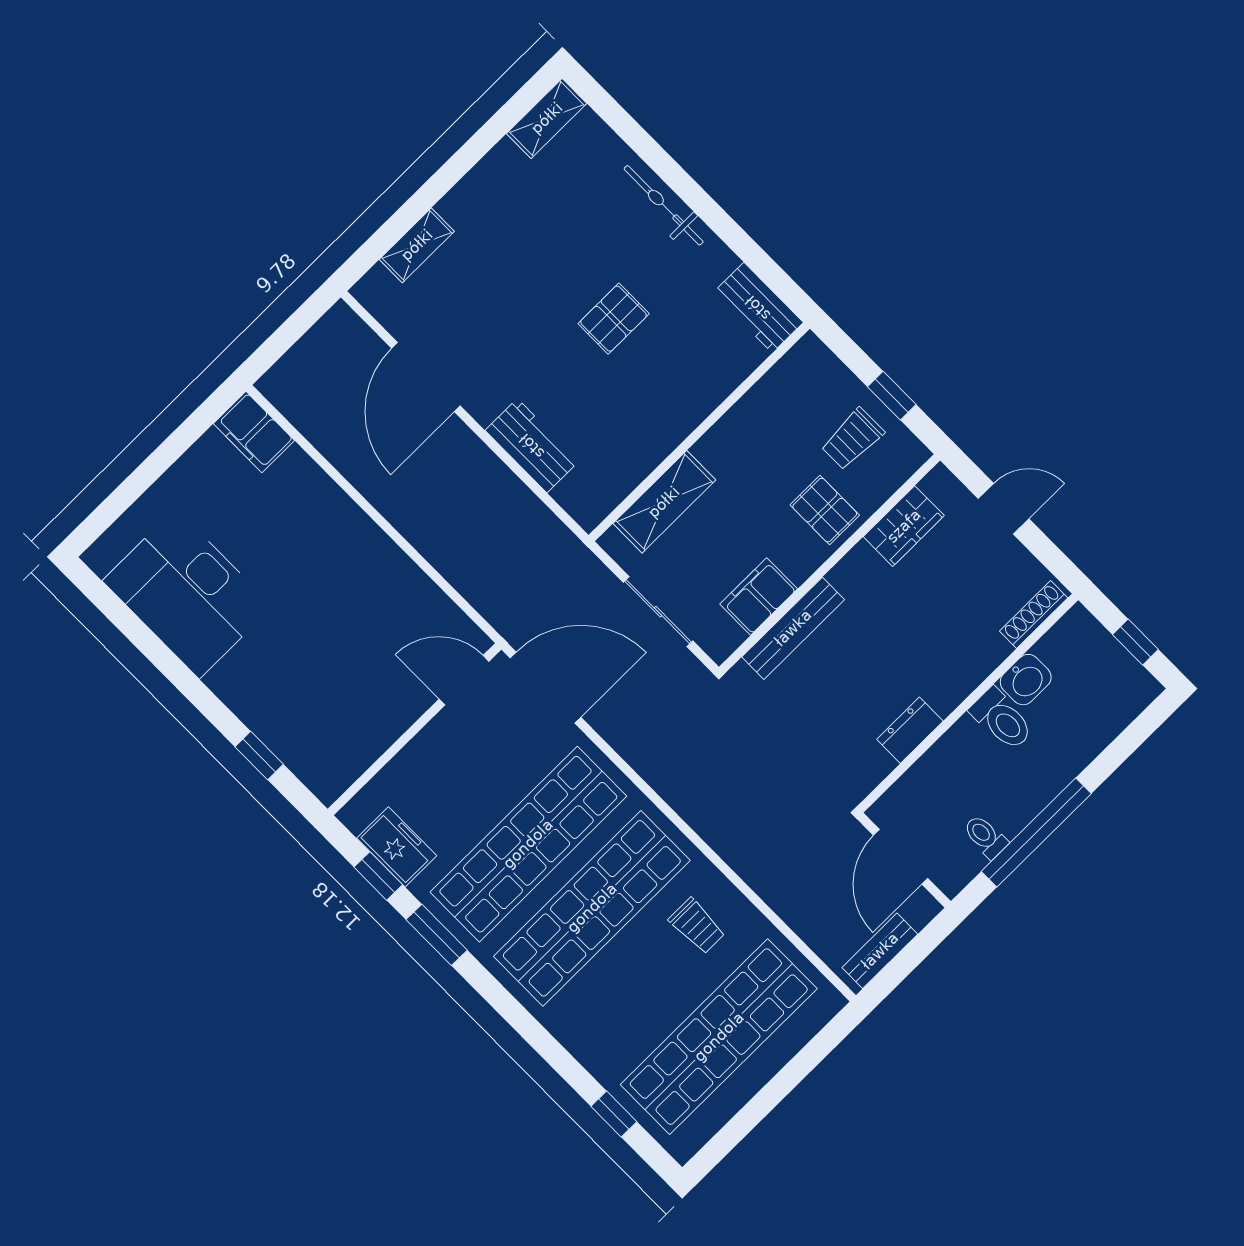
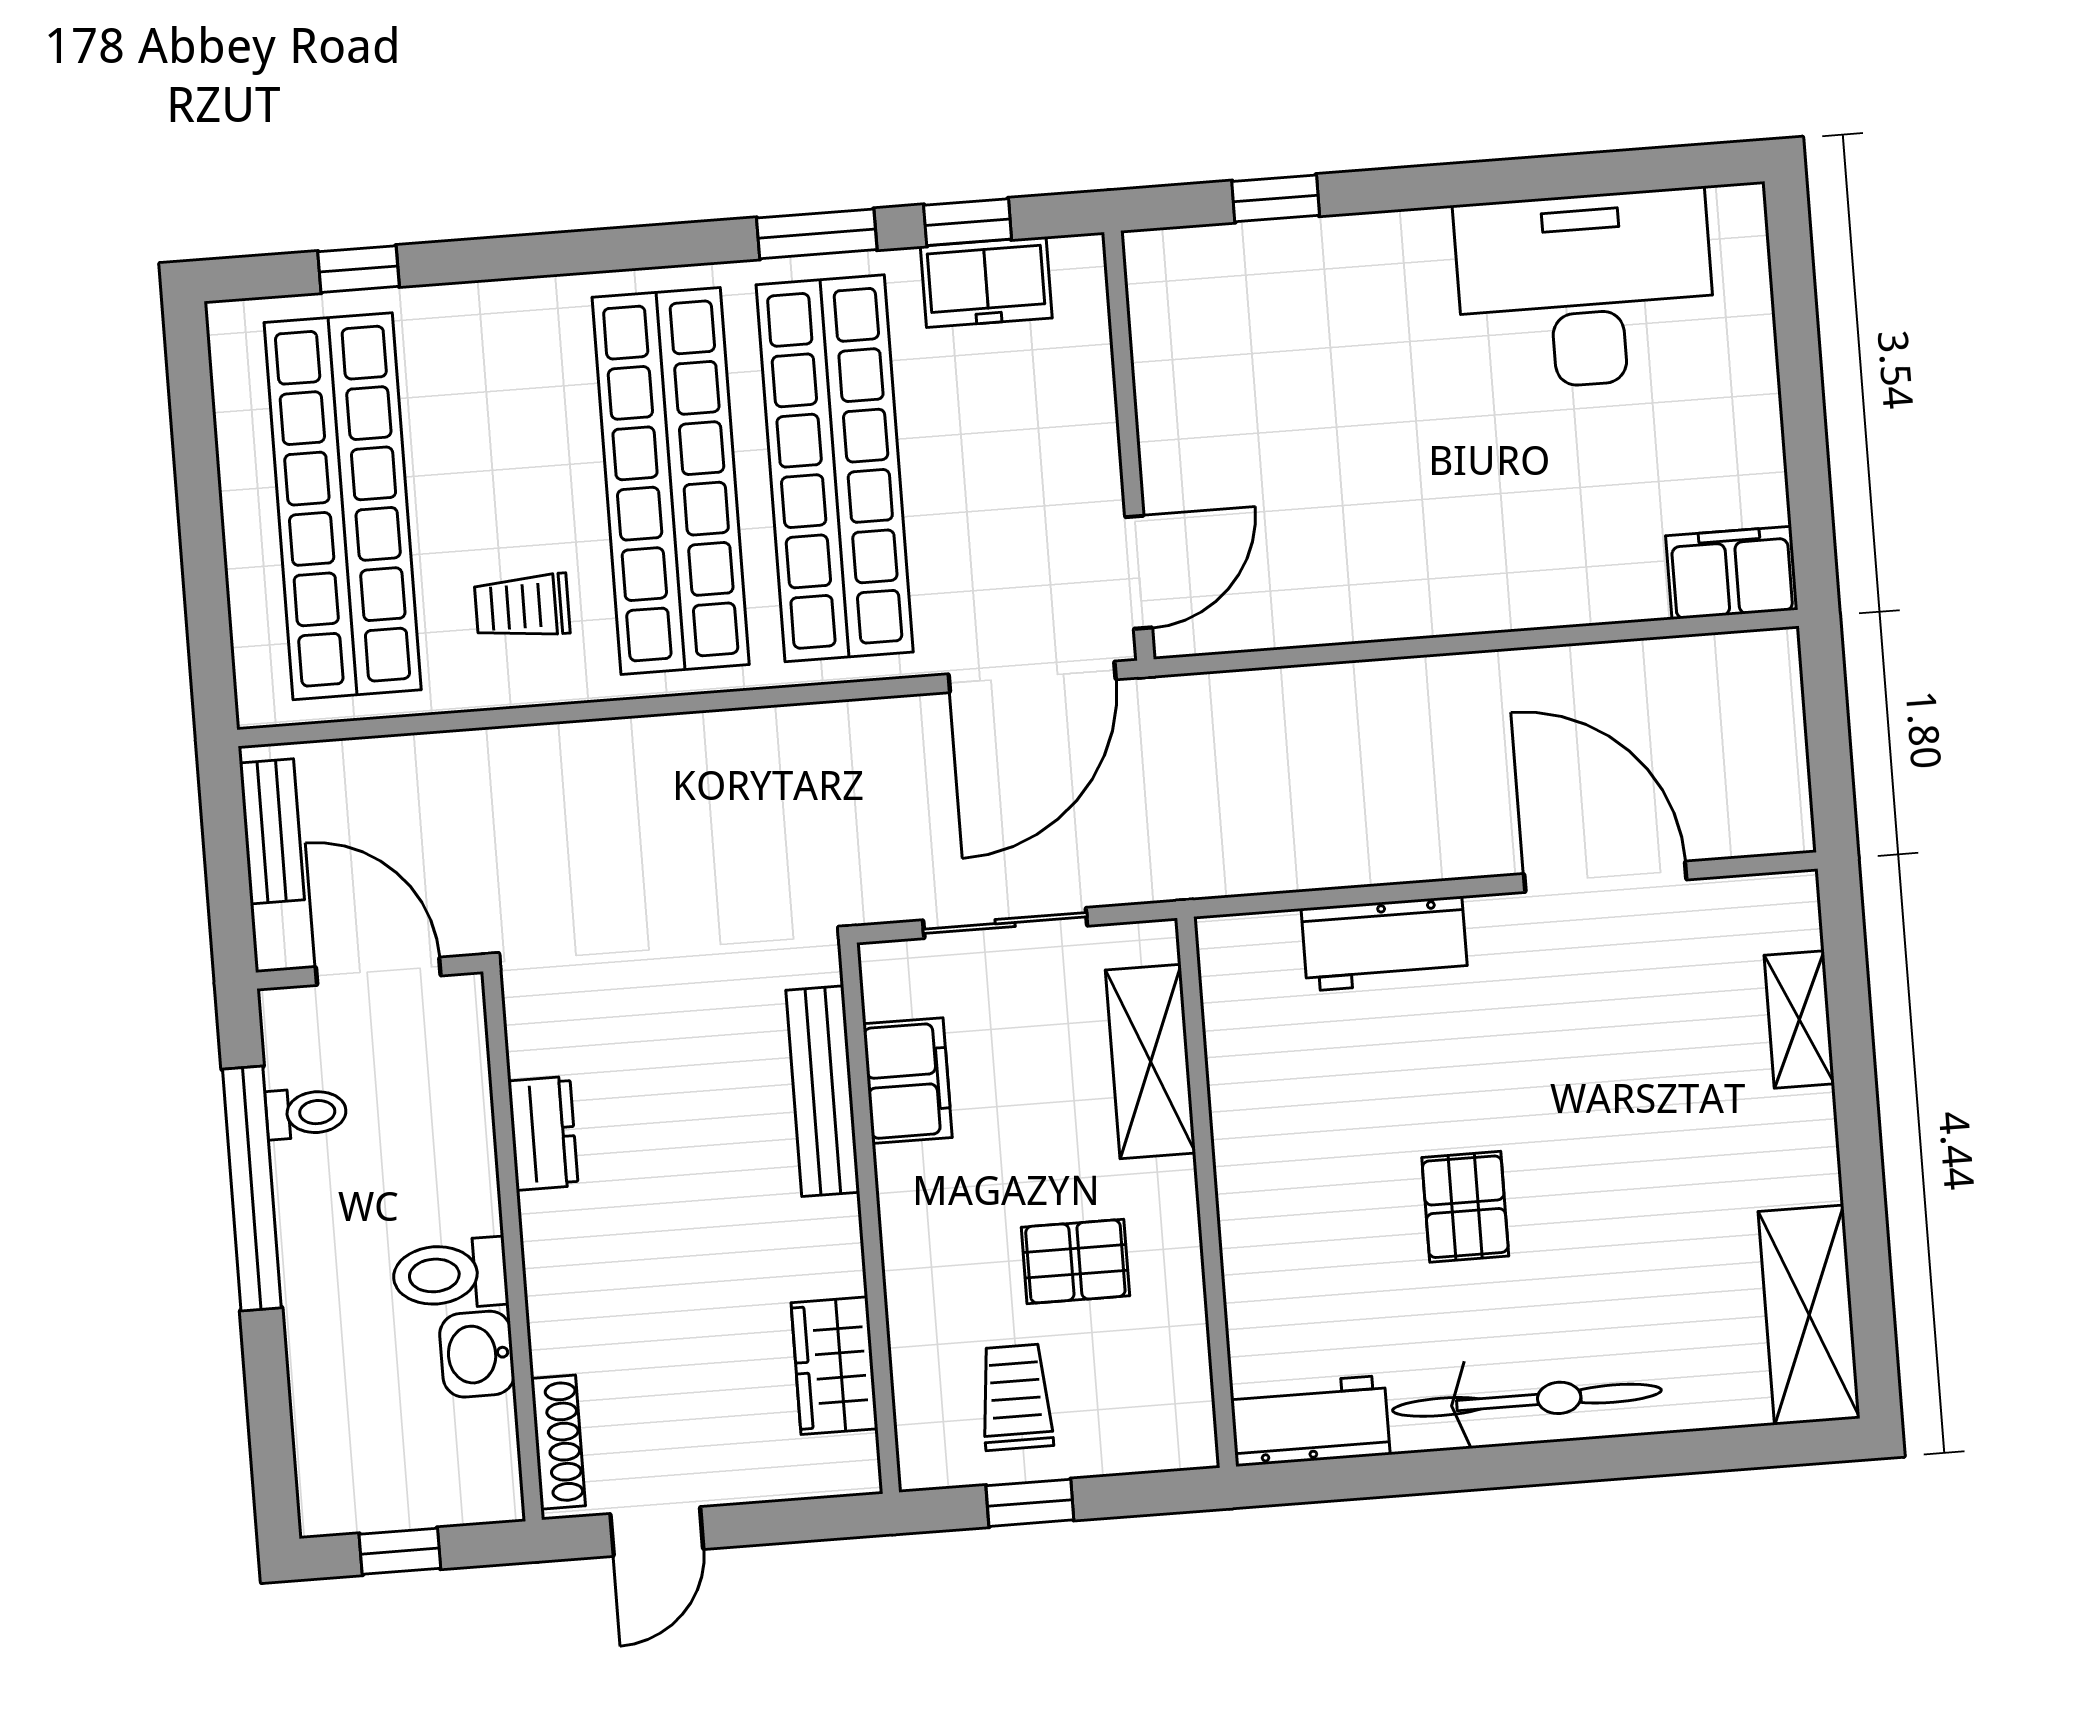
shelving: (547, 118) -> (1809, 1315), width x1.50, depth x1.33
bicycle: (664, 205) -> (1527, 1400), width x1.37, depth x1.40
door: (1004, 509) -> (657, 1531), moved
pallet: (825, 510) -> (1075, 1261), moved

